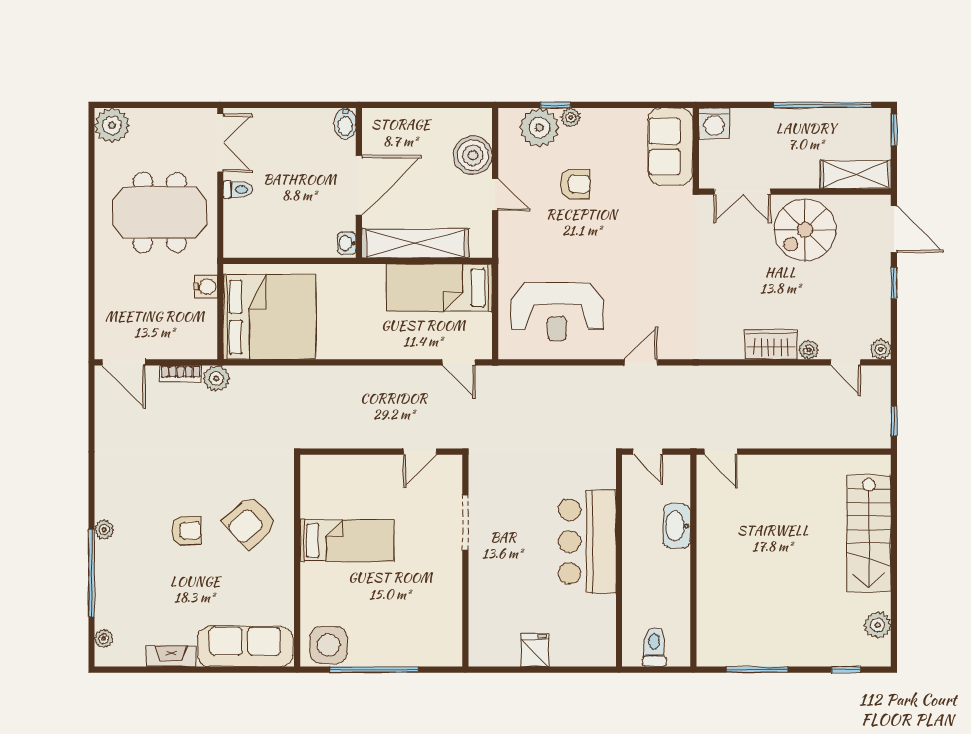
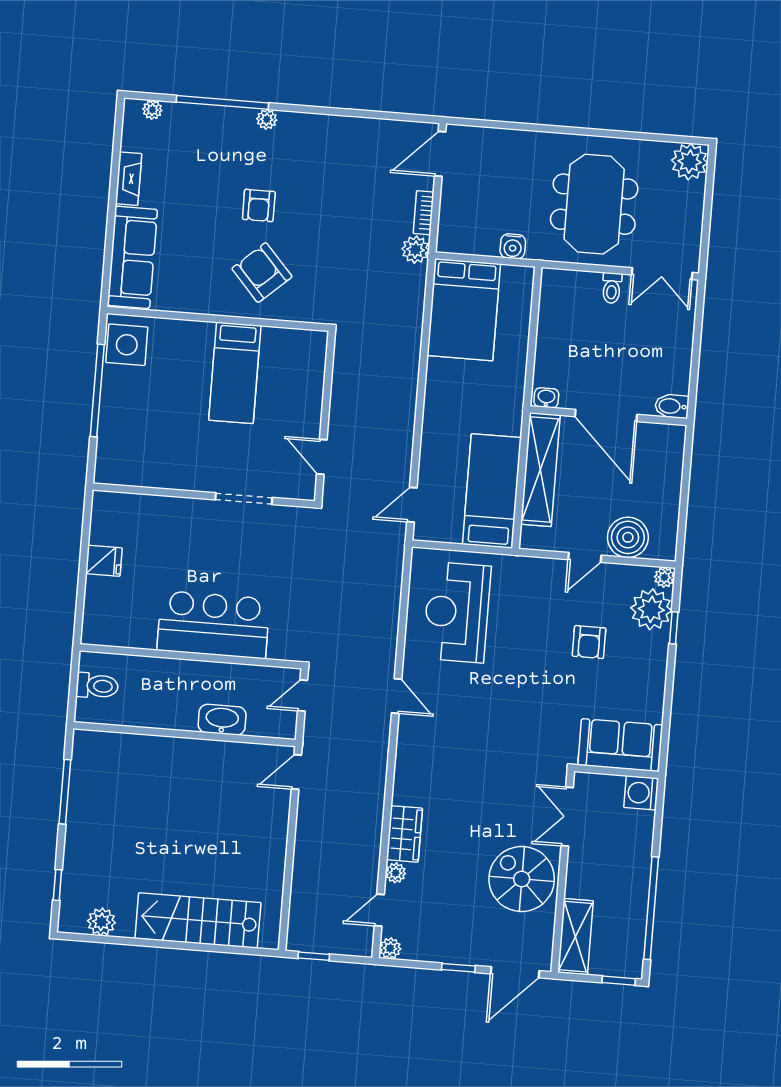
plant: (571, 118) -> (664, 577), moved
bed: (270, 317) -> (464, 310), width x0.73

